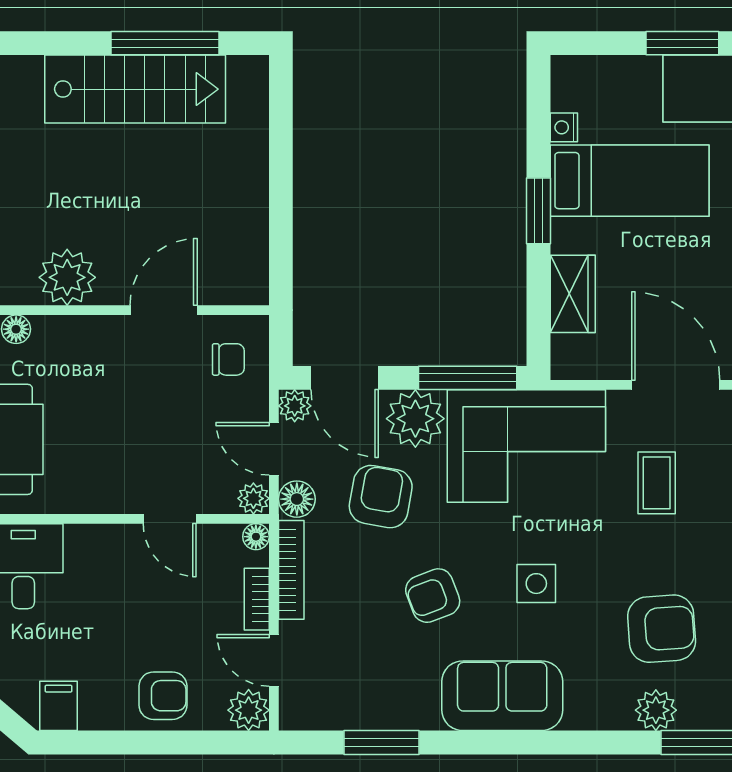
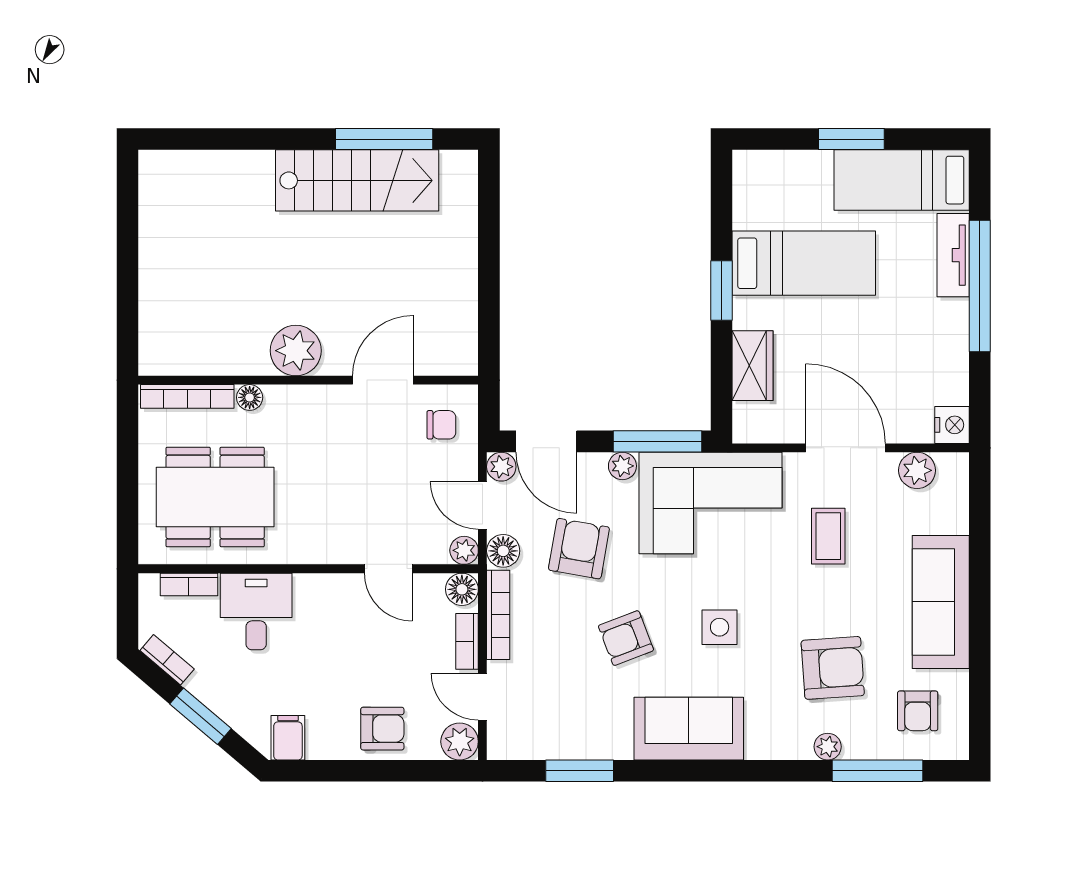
nightstand: (564, 127) -> (744, 215), removed
plant: (415, 419) -> (622, 466), width x0.53, depth x0.53
floor lamp: (256, 537) -> (462, 589), width x1.37, depth x1.37
plant: (656, 710) -> (828, 747), width x0.73, depth x0.73

